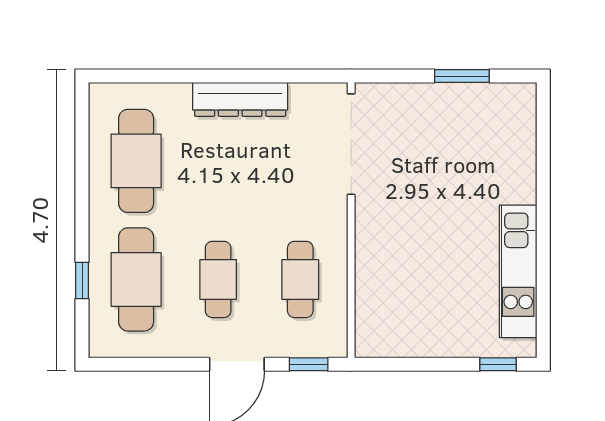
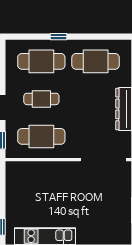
cafe table: (300, 279) -> (41, 136), width x1.37, depth x1.35
window: (82, 281) -> (59, 37), moved

